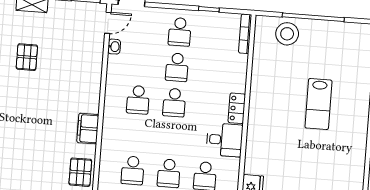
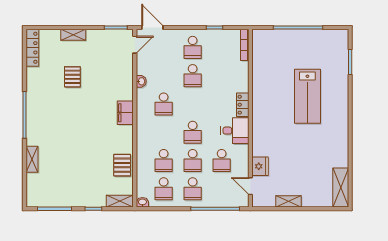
stool: (287, 34) -> (278, 42), removed
washbasin: (114, 47) -> (141, 81), moved
school desk: (174, 103) -> (193, 132), moved
lab bench: (318, 104) -> (307, 96), width x1.36, depth x1.39
filing cabinet: (88, 129) -> (125, 113), moved

